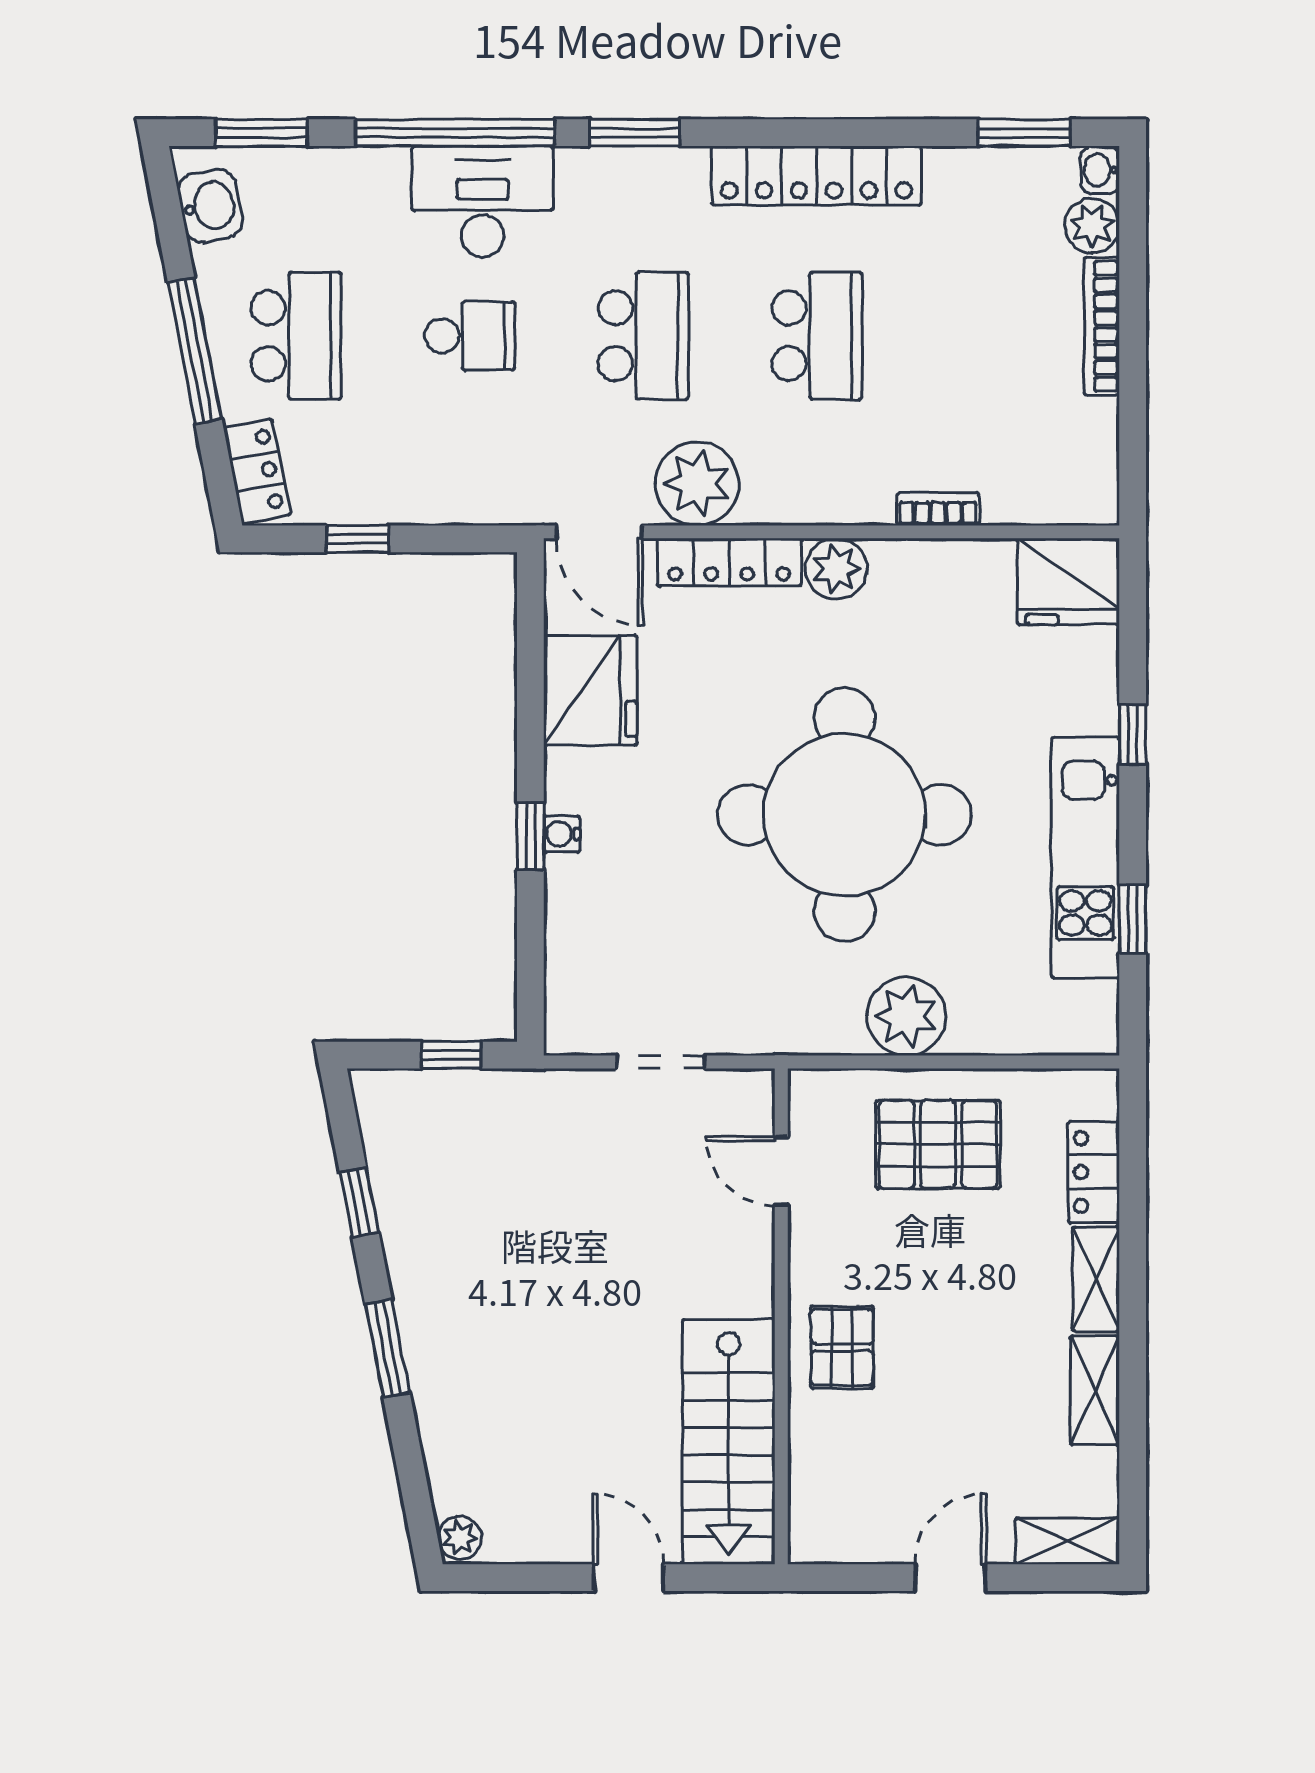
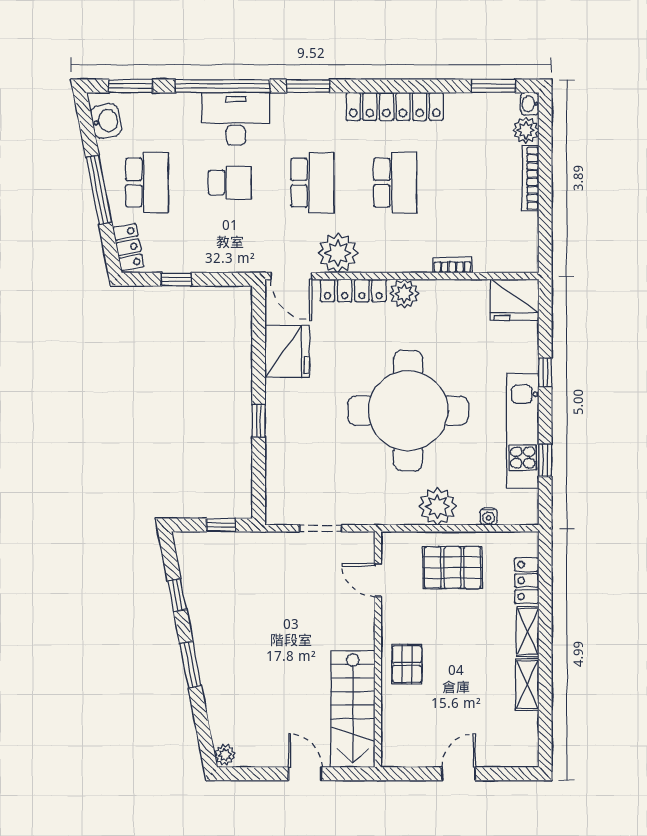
water cooler: (562, 834) -> (489, 517), moved, turned -90
shelving: (1068, 1541) -> (514, 756), removed

